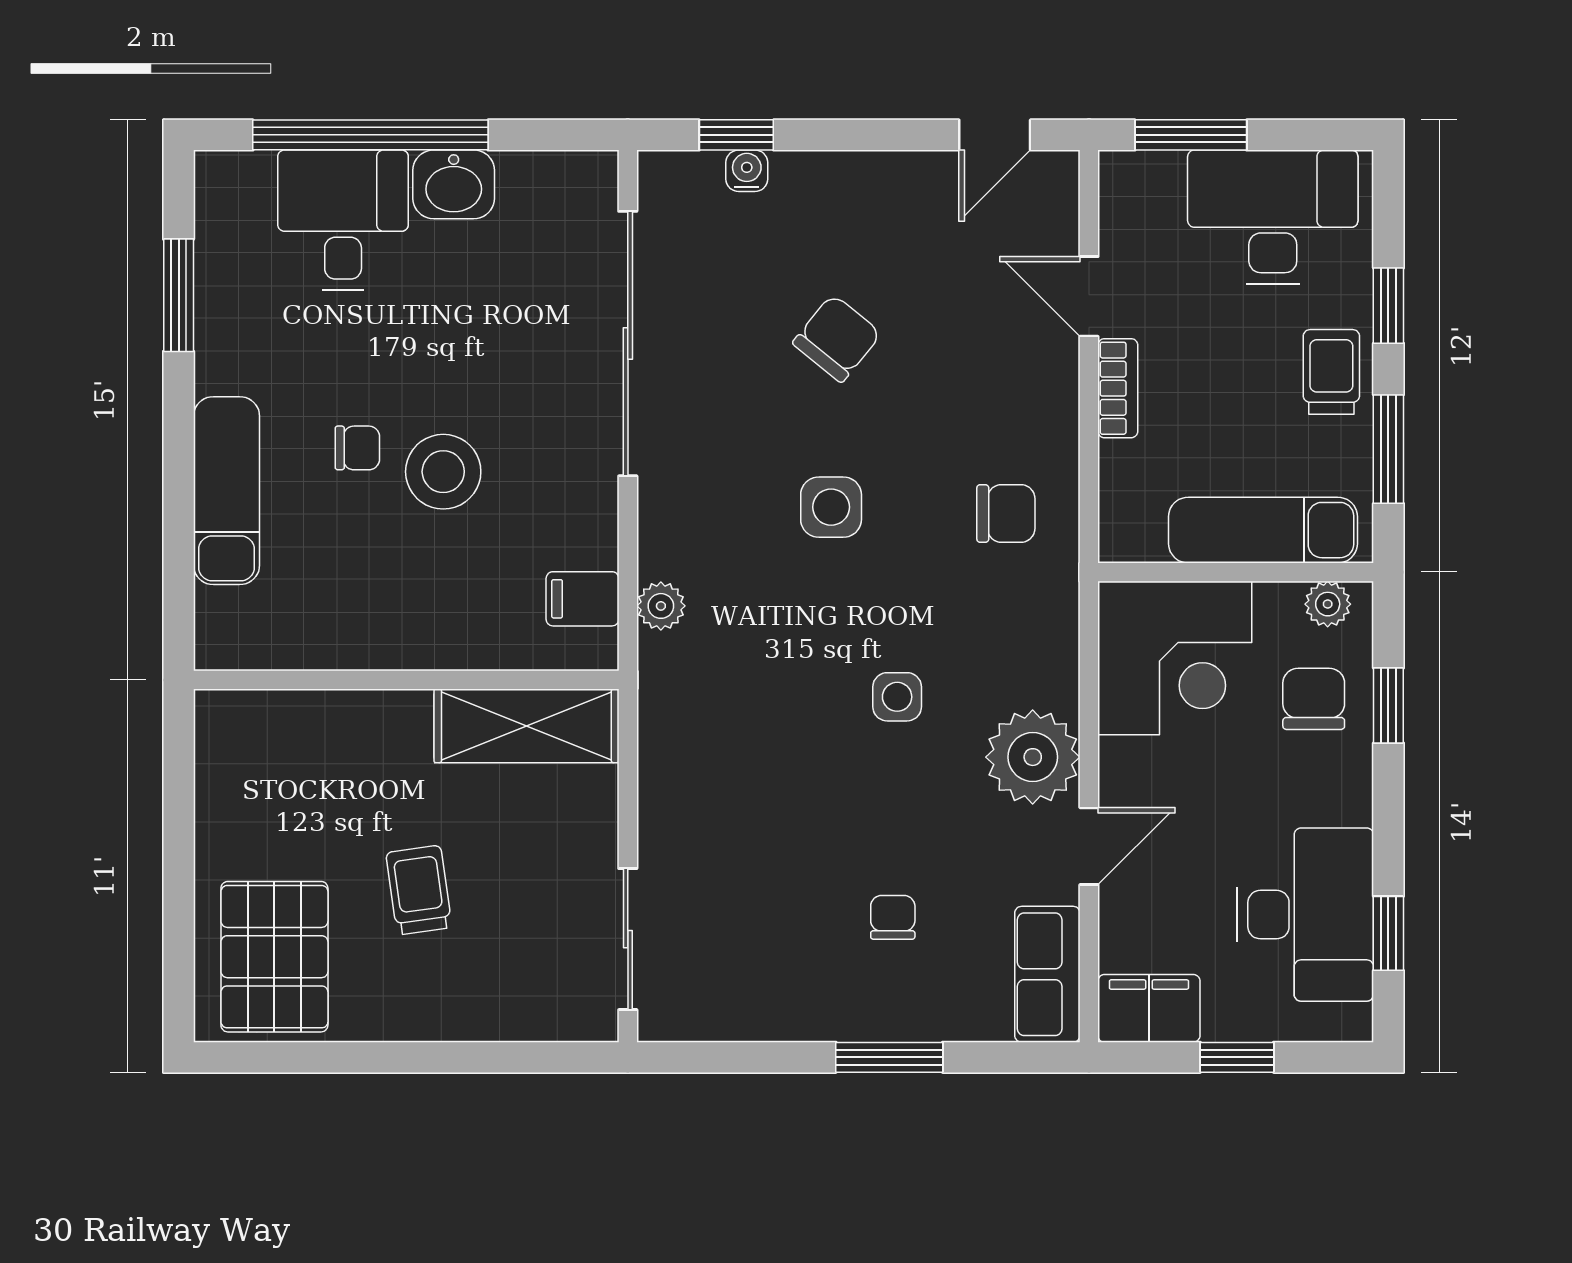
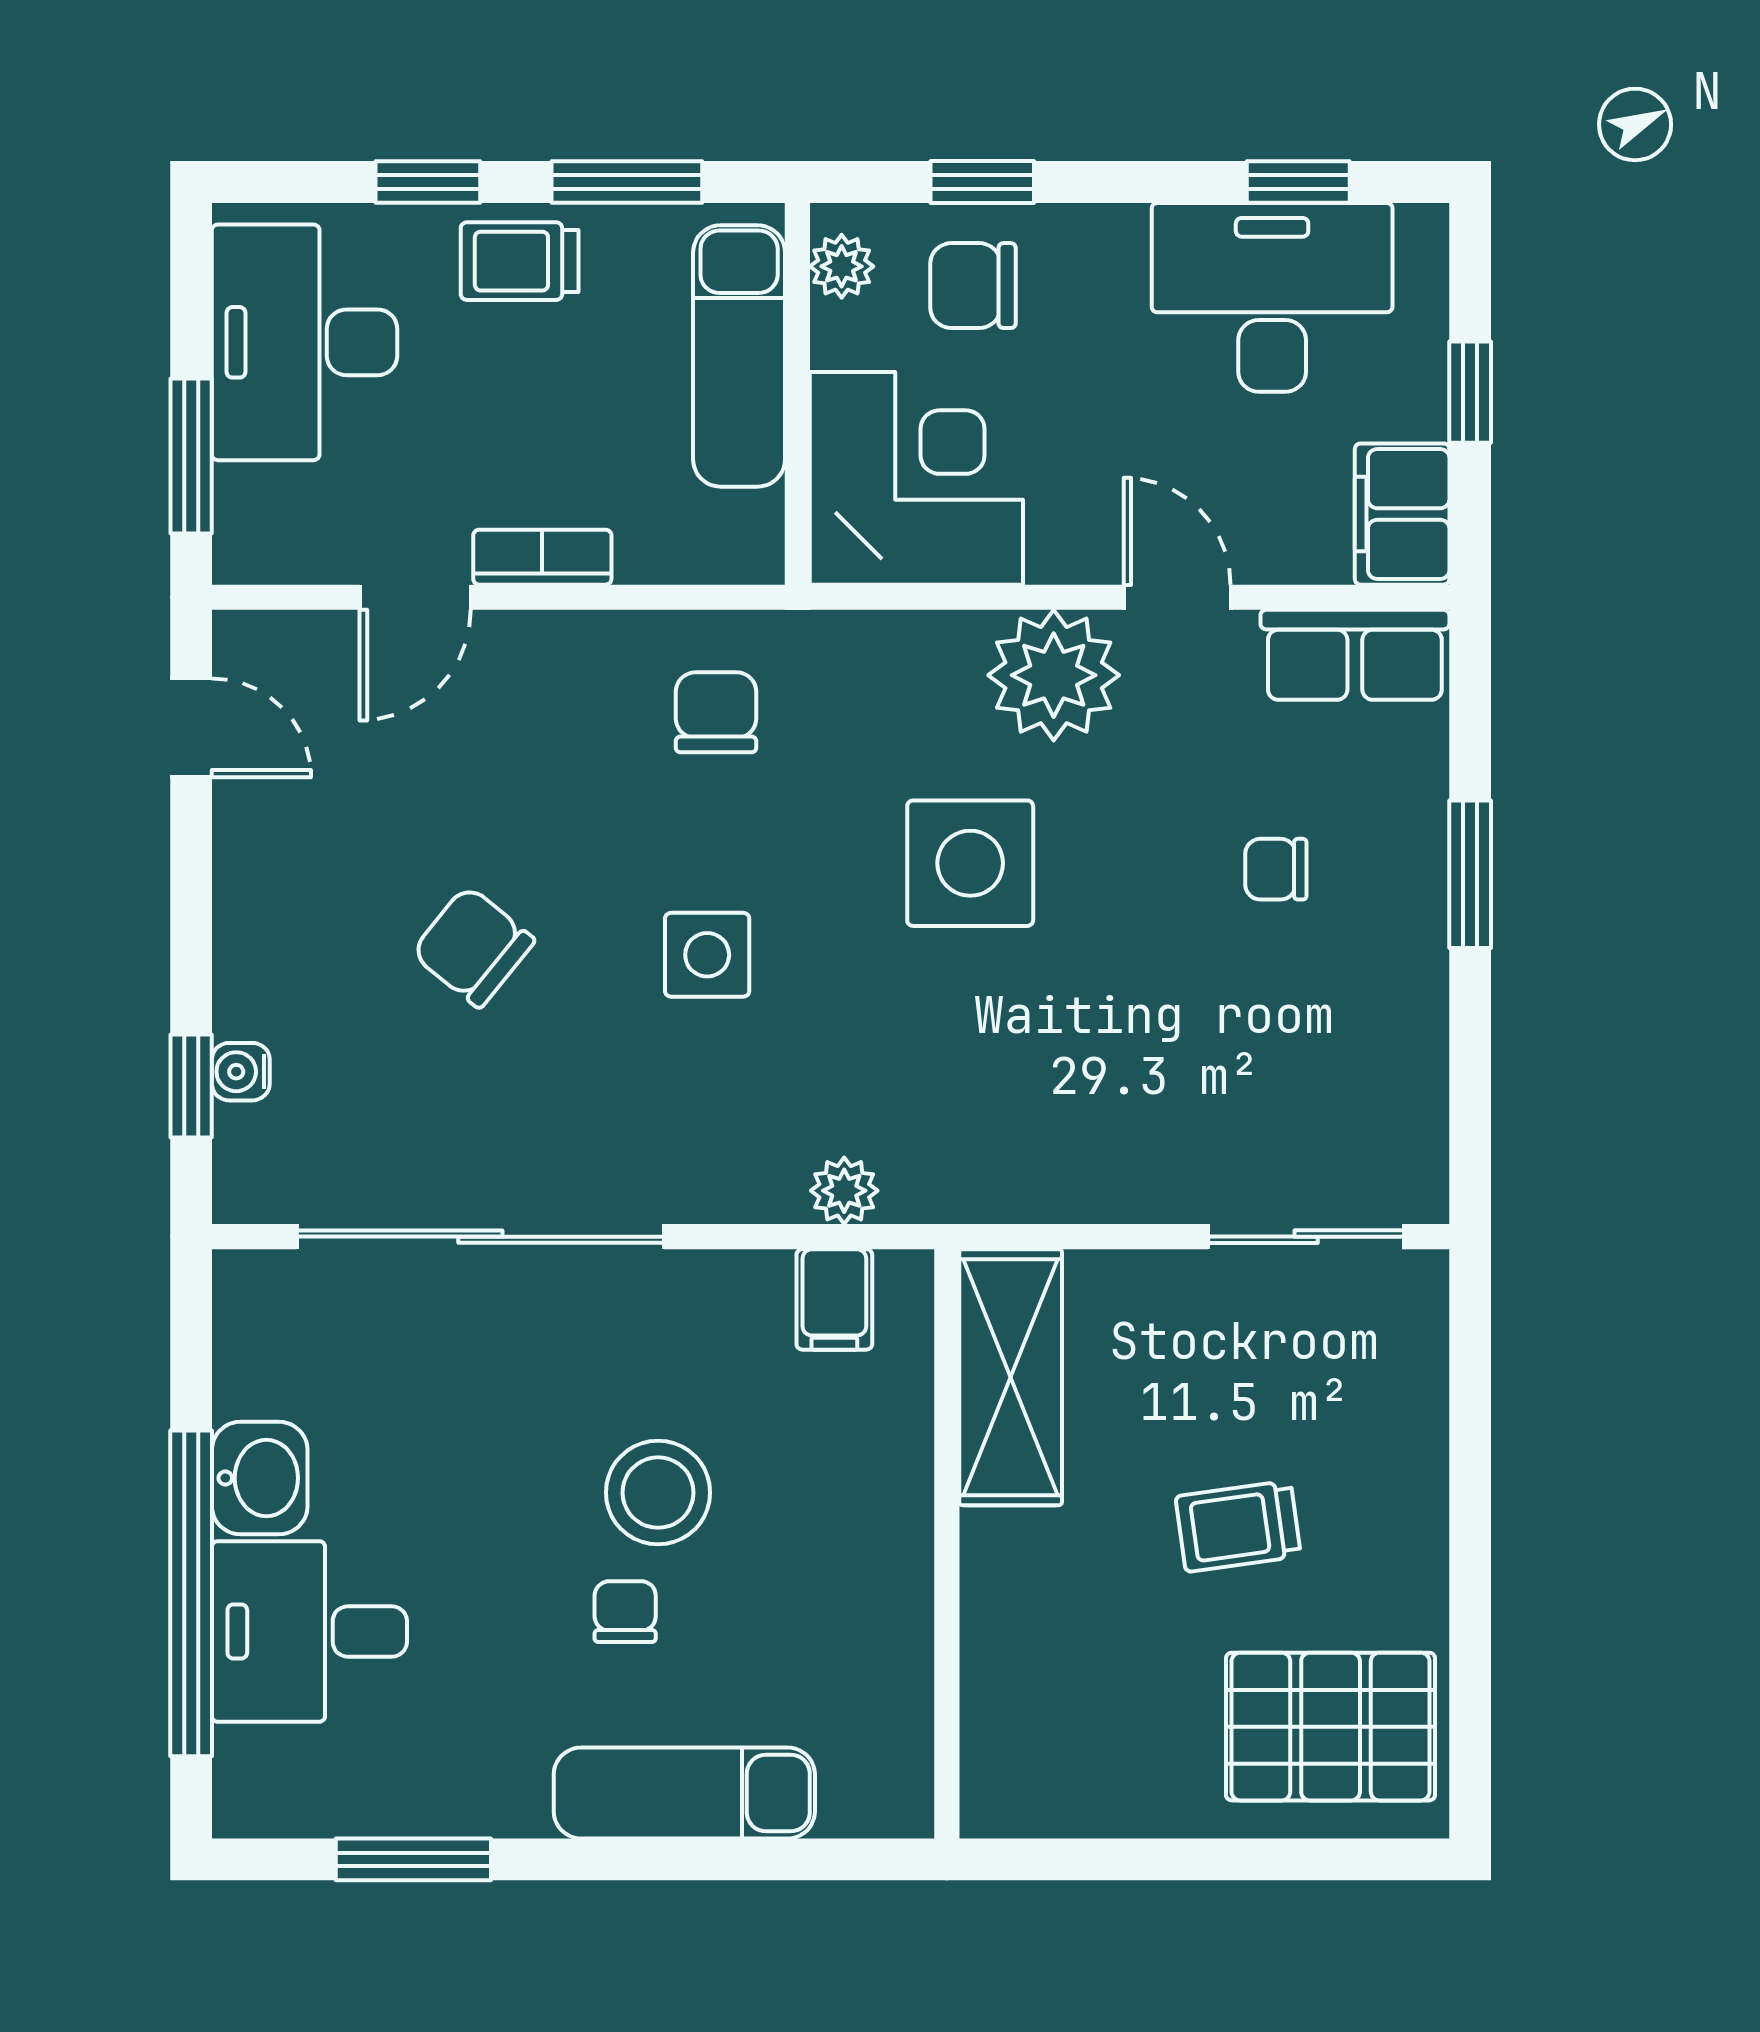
side table: (897, 697) -> (970, 863), width x1.87, depth x1.87

